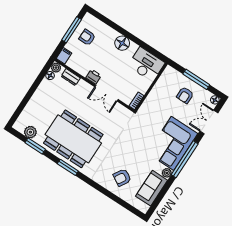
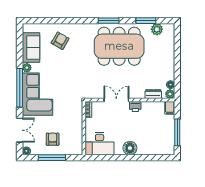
armchair: (87, 37) -> (161, 134), removed

